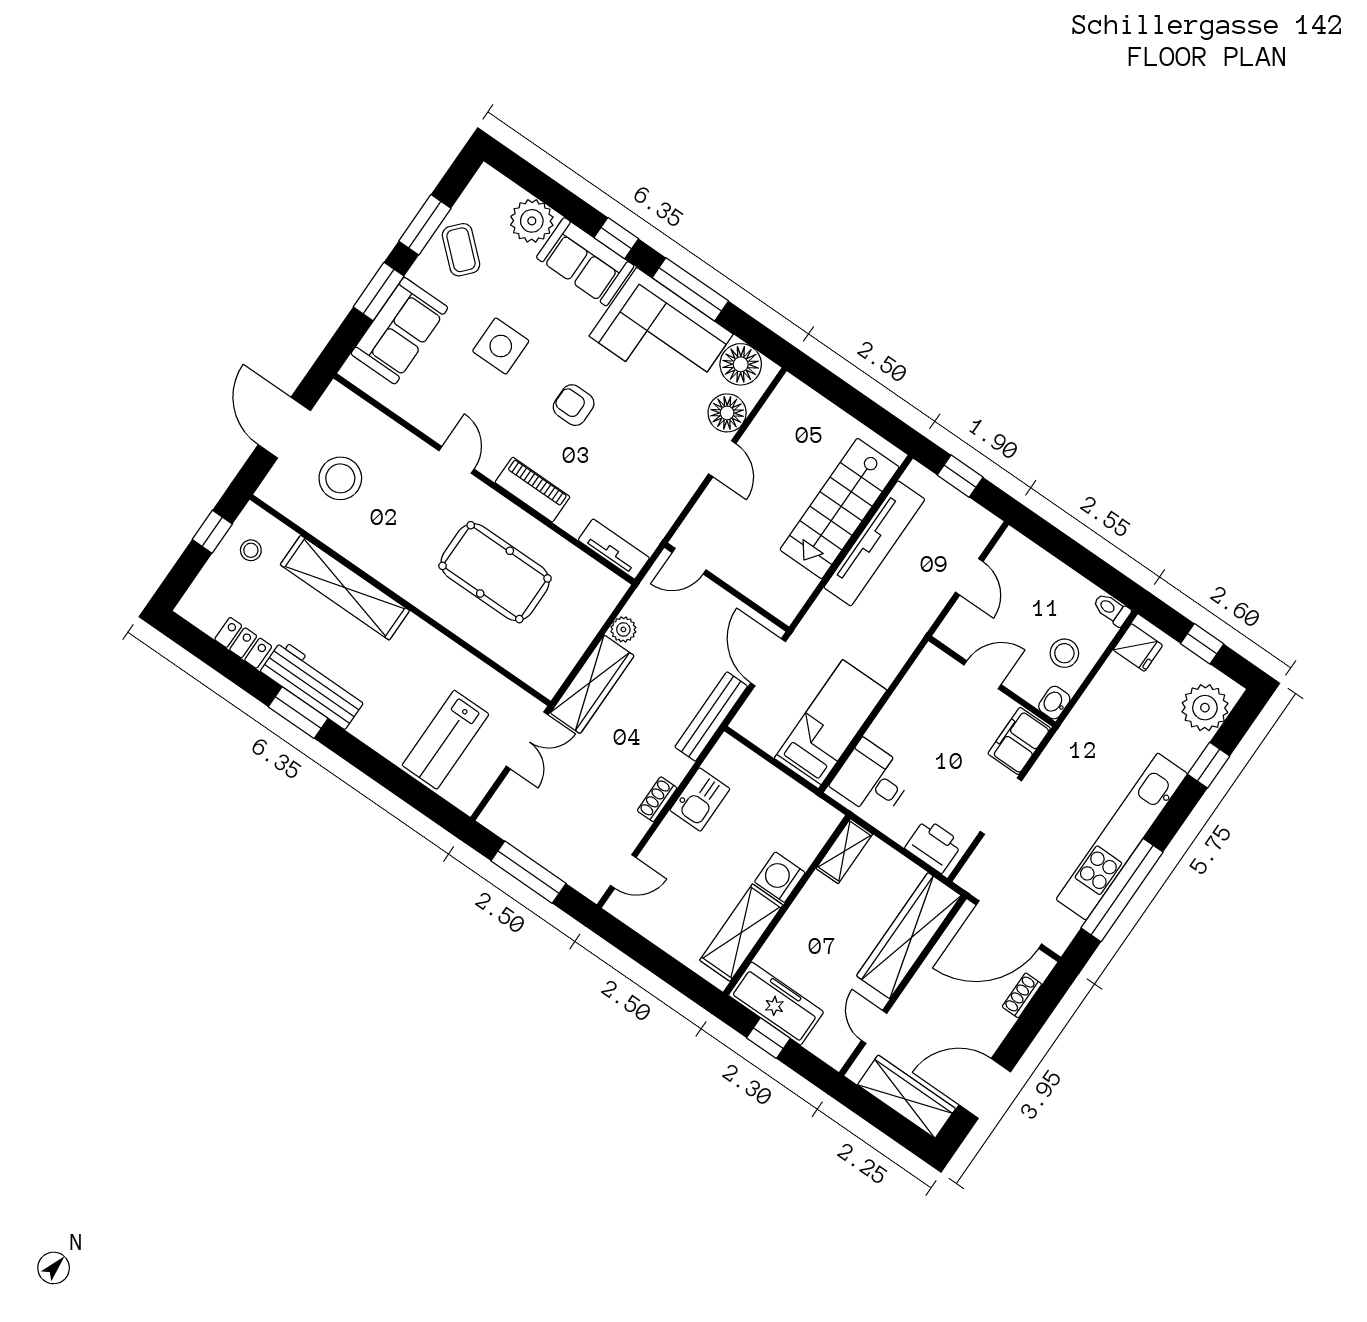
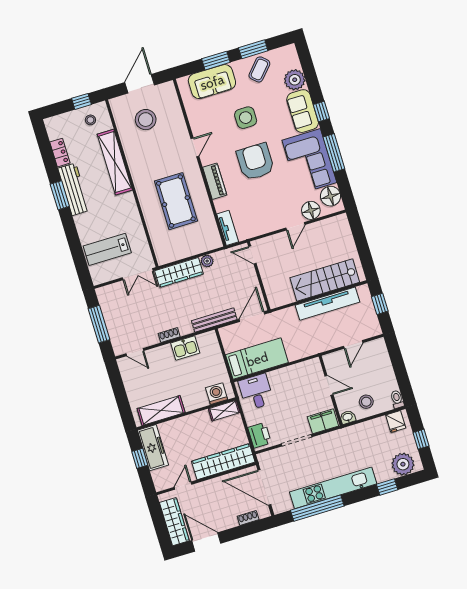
armchair: (574, 405) -> (255, 162), width x1.88, depth x1.88
washing machine: (780, 877) -> (217, 394), moved

